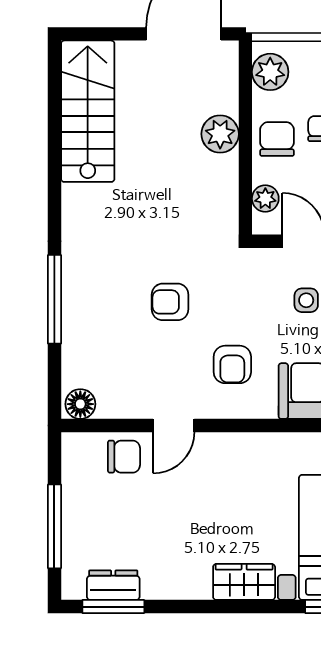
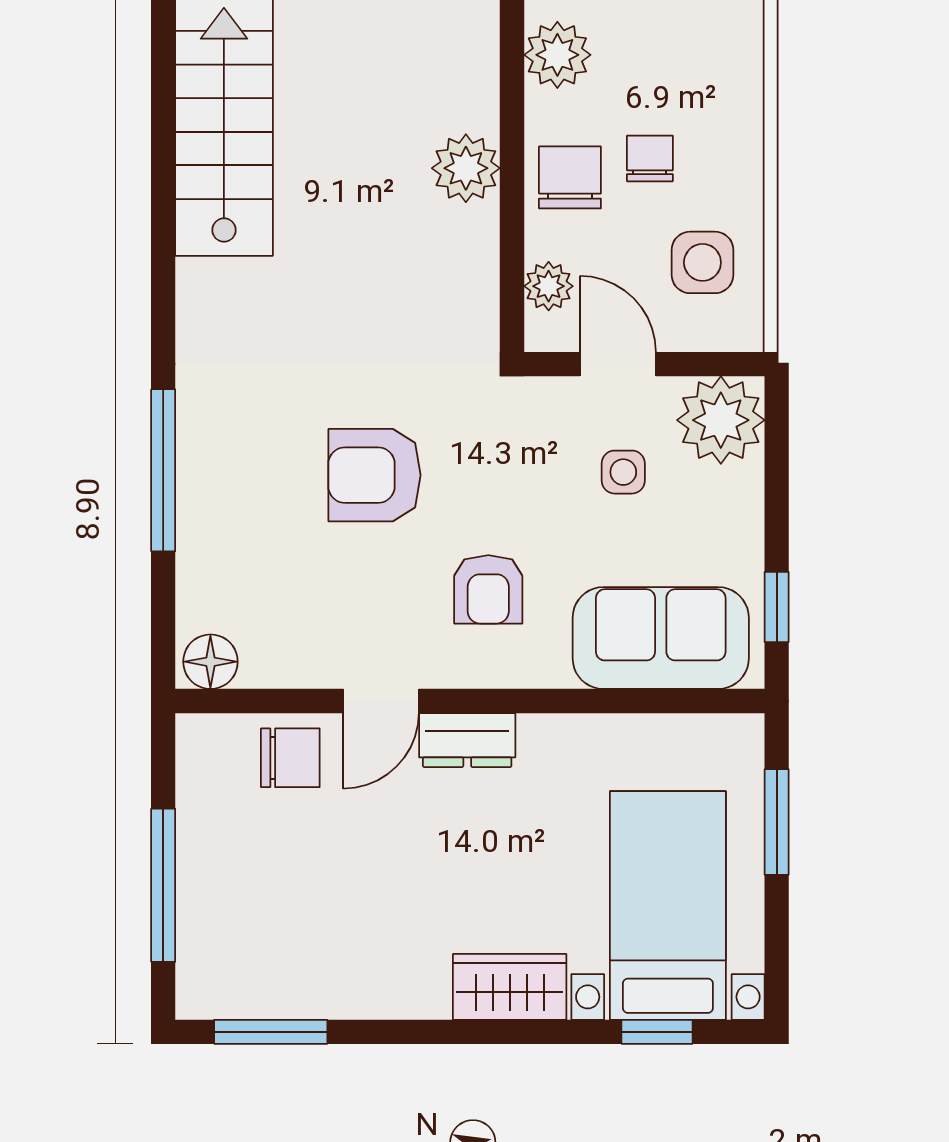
armchair: (170, 302) -> (374, 475), width x1.38, depth x1.38
dresser: (113, 585) -> (467, 740), moved, turned 180

